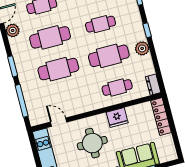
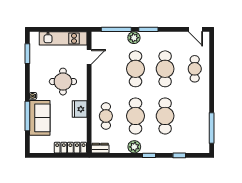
cafe table: (101, 24) -> (165, 116), width x1.37, depth x1.35
plant: (13, 30) -> (134, 38), moved

